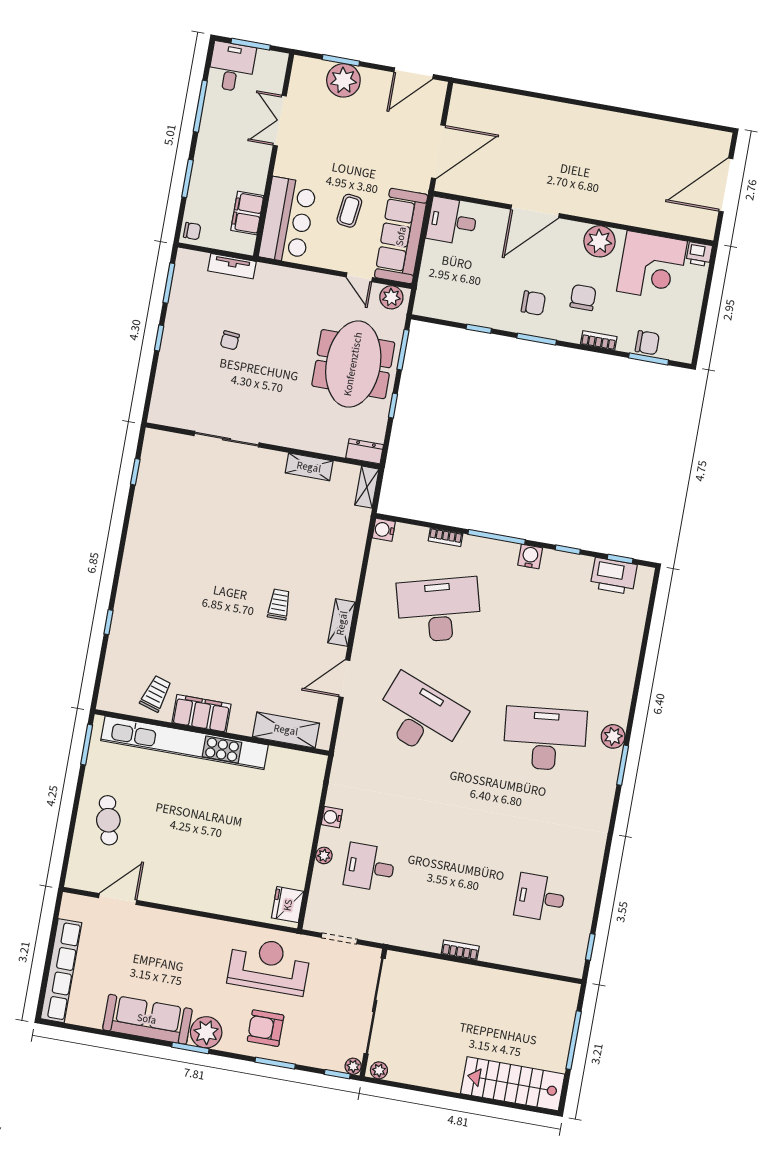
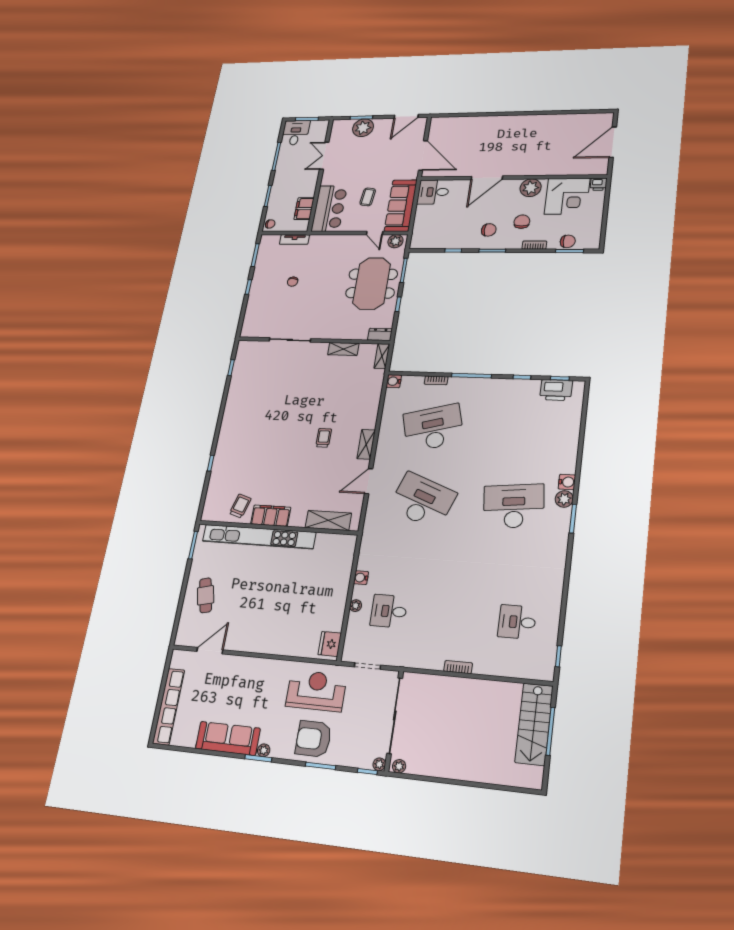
door: (438, 152) -> (423, 155), hinge flipped
water cooler: (530, 556) -> (567, 482), moved, turned 90
armchair: (266, 1028) -> (313, 739), width x1.36, depth x1.36
plant: (206, 1032) -> (264, 750), width x0.53, depth x0.53
stairs: (513, 1084) -> (534, 724), moved, turned -90

